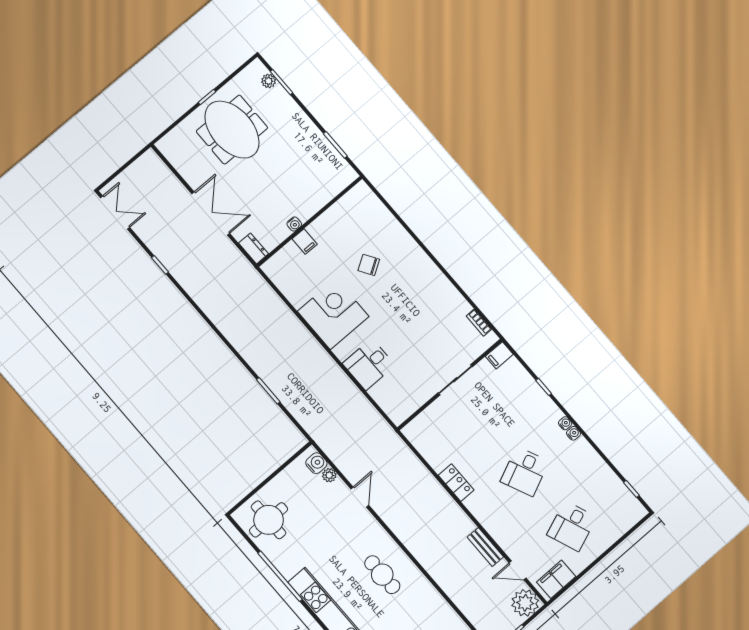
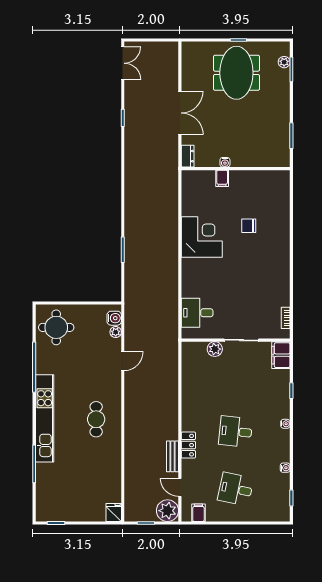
chair: (369, 265) -> (249, 226), turned -58
filing cabinet: (499, 355) -> (281, 355), width x2.00
desk: (369, 364) -> (197, 313), moved
plant: (437, 410) -> (215, 349), added
water cooler: (573, 433) -> (285, 468), moved
desk: (525, 471) -> (236, 432), turned 30
locker: (456, 483) -> (188, 445), moved
desk: (572, 526) -> (236, 489), turned 33
filing cabinet: (556, 579) -> (198, 513), width x0.50

